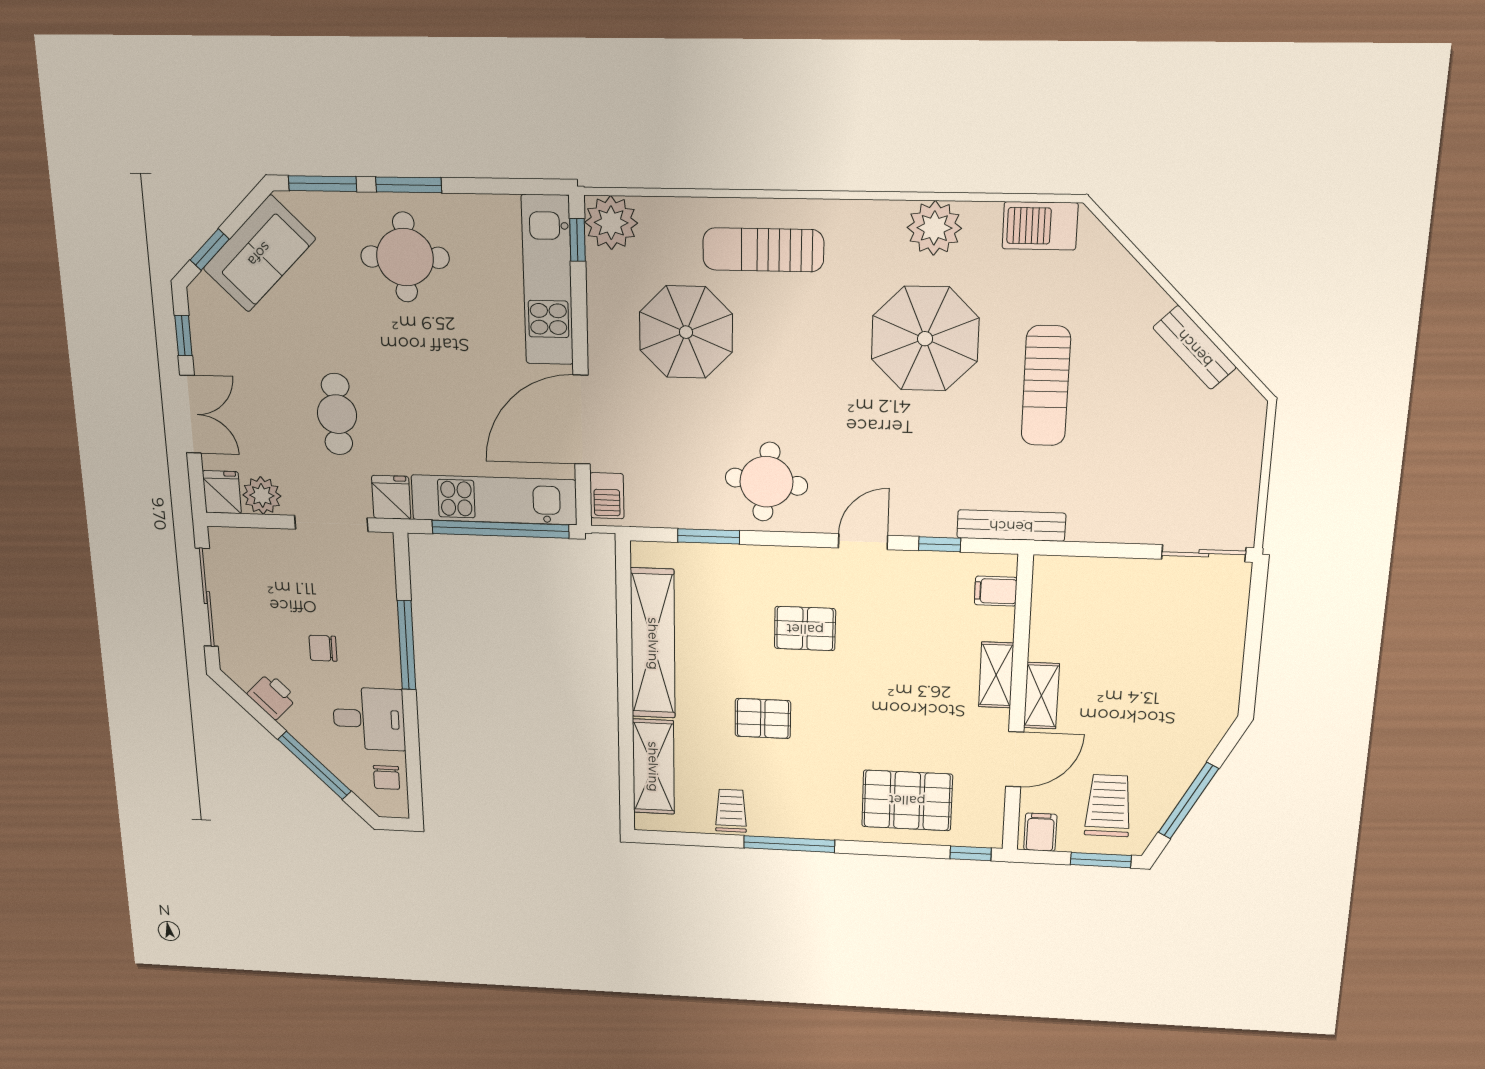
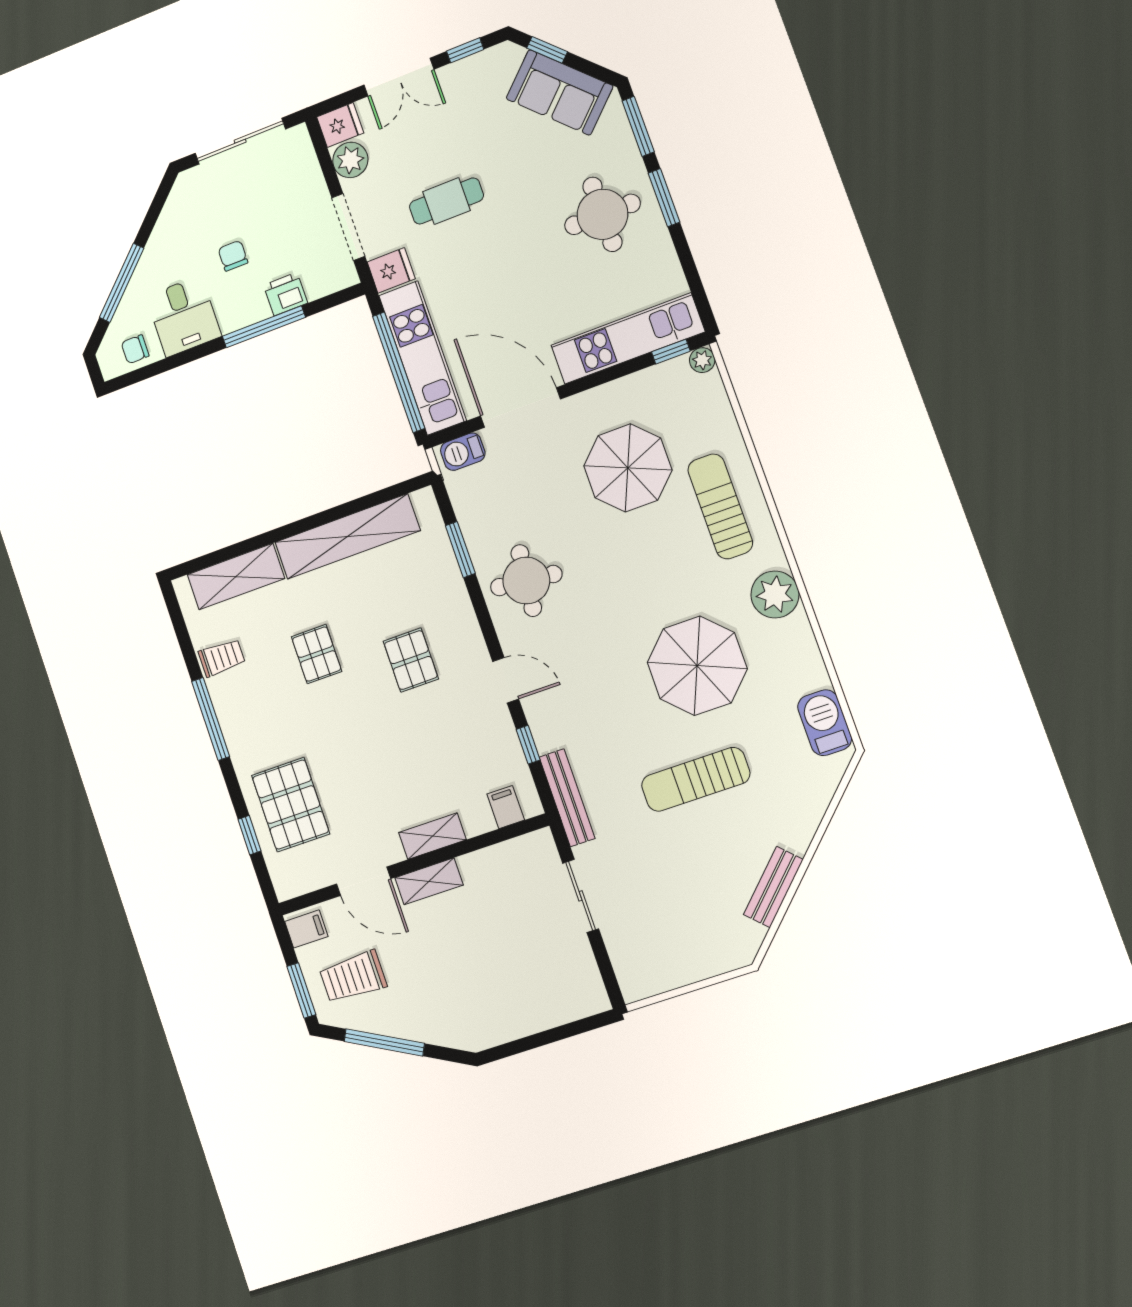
plant: (611, 223) -> (702, 360), width x0.53, depth x0.53
plant: (934, 228) -> (775, 594), moved
sliding door: (1204, 553) -> (581, 896), moved
printer: (272, 696) -> (286, 294), moved, turned -135
trolley: (1108, 806) -> (353, 977), turned 180
window: (971, 853) -> (249, 835), moved

